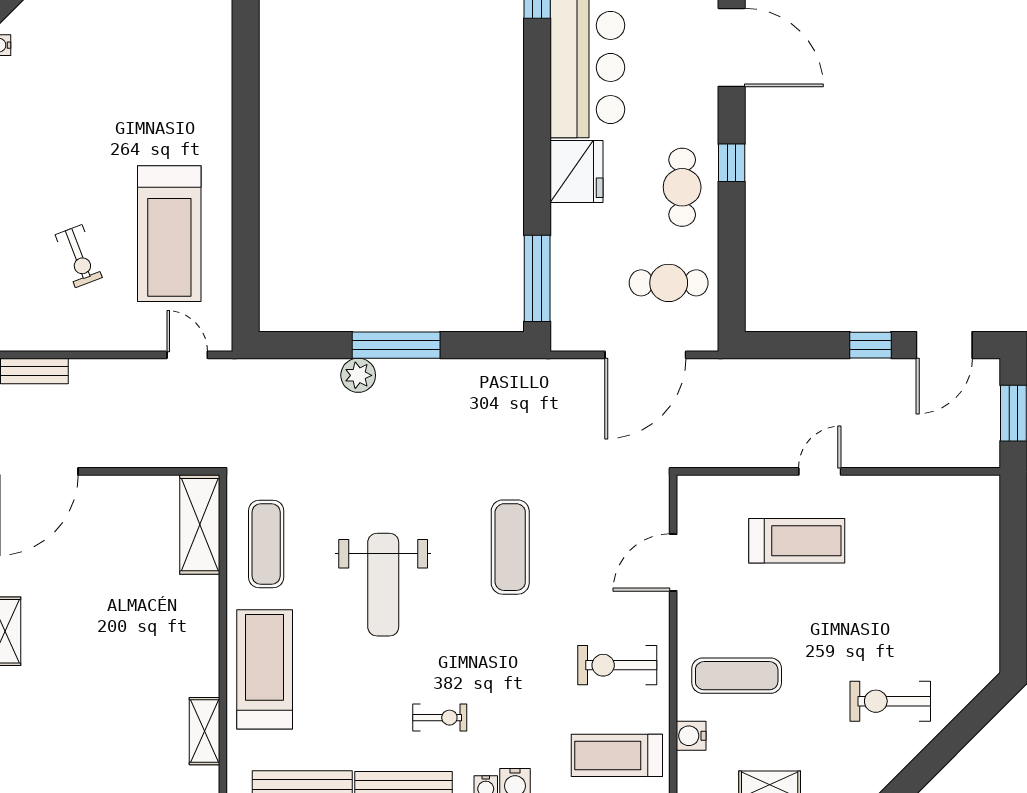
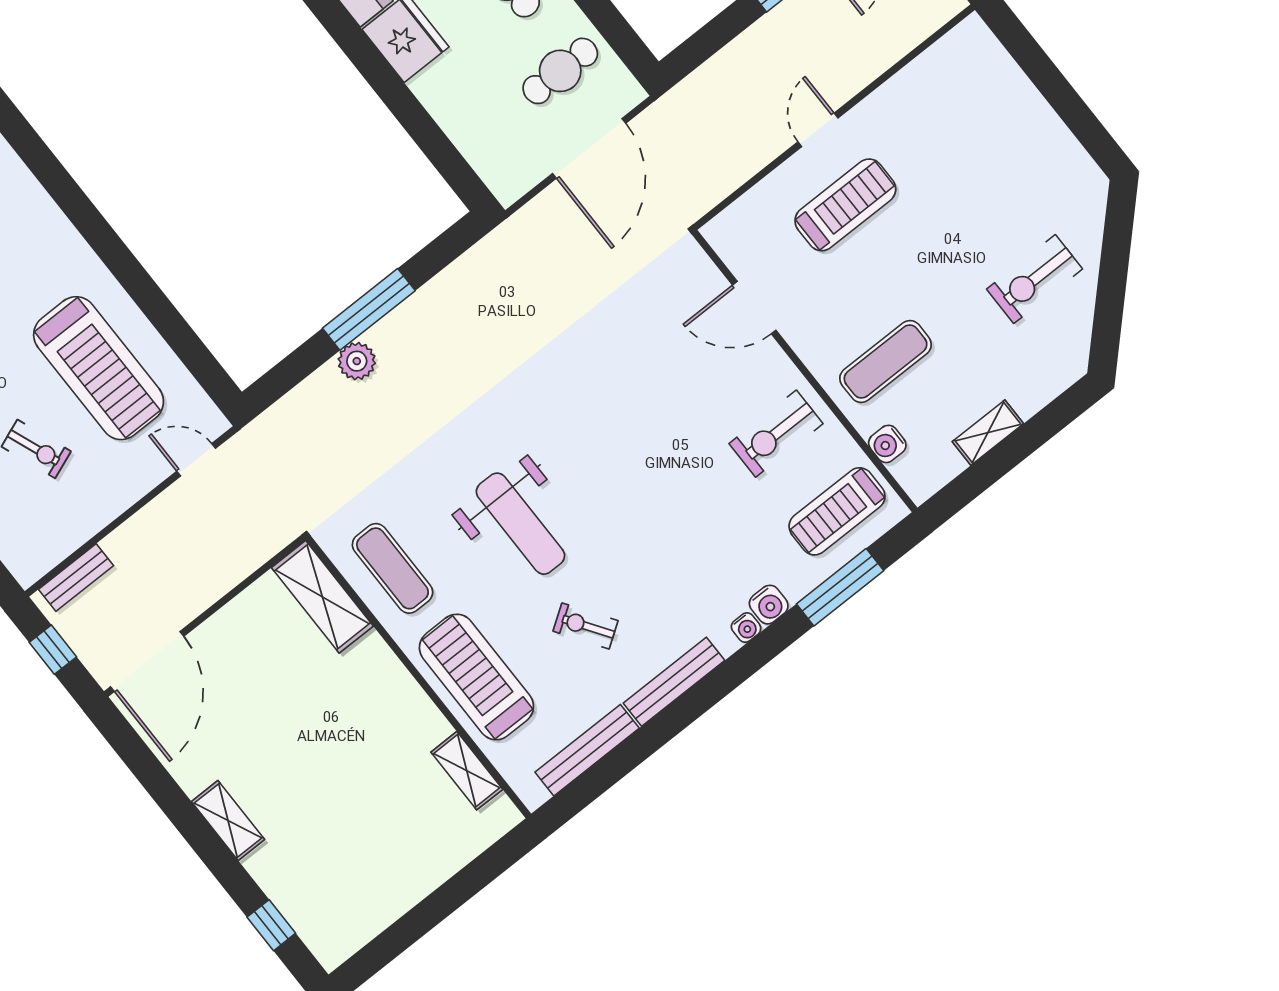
window: (537, 278) -> (444, 156), removed
exercise mat: (510, 547) -> (604, 405), removed
door: (673, 562) -> (754, 308), hinge flipped
exercise bike: (440, 718) -> (586, 626), moved, turned -124

